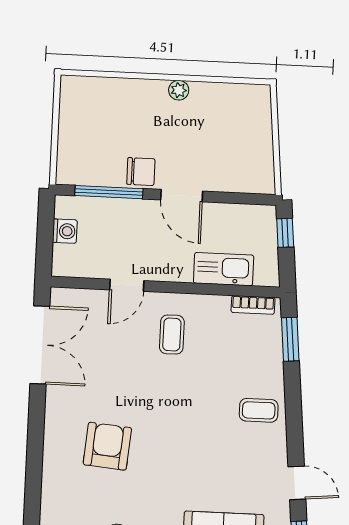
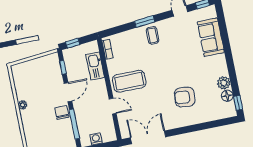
window: (238, 198) -> (63, 67), added
coffee table: (172, 335) -> (129, 81), width x1.86, depth x1.72
window: (290, 339) -> (145, 22), moved

